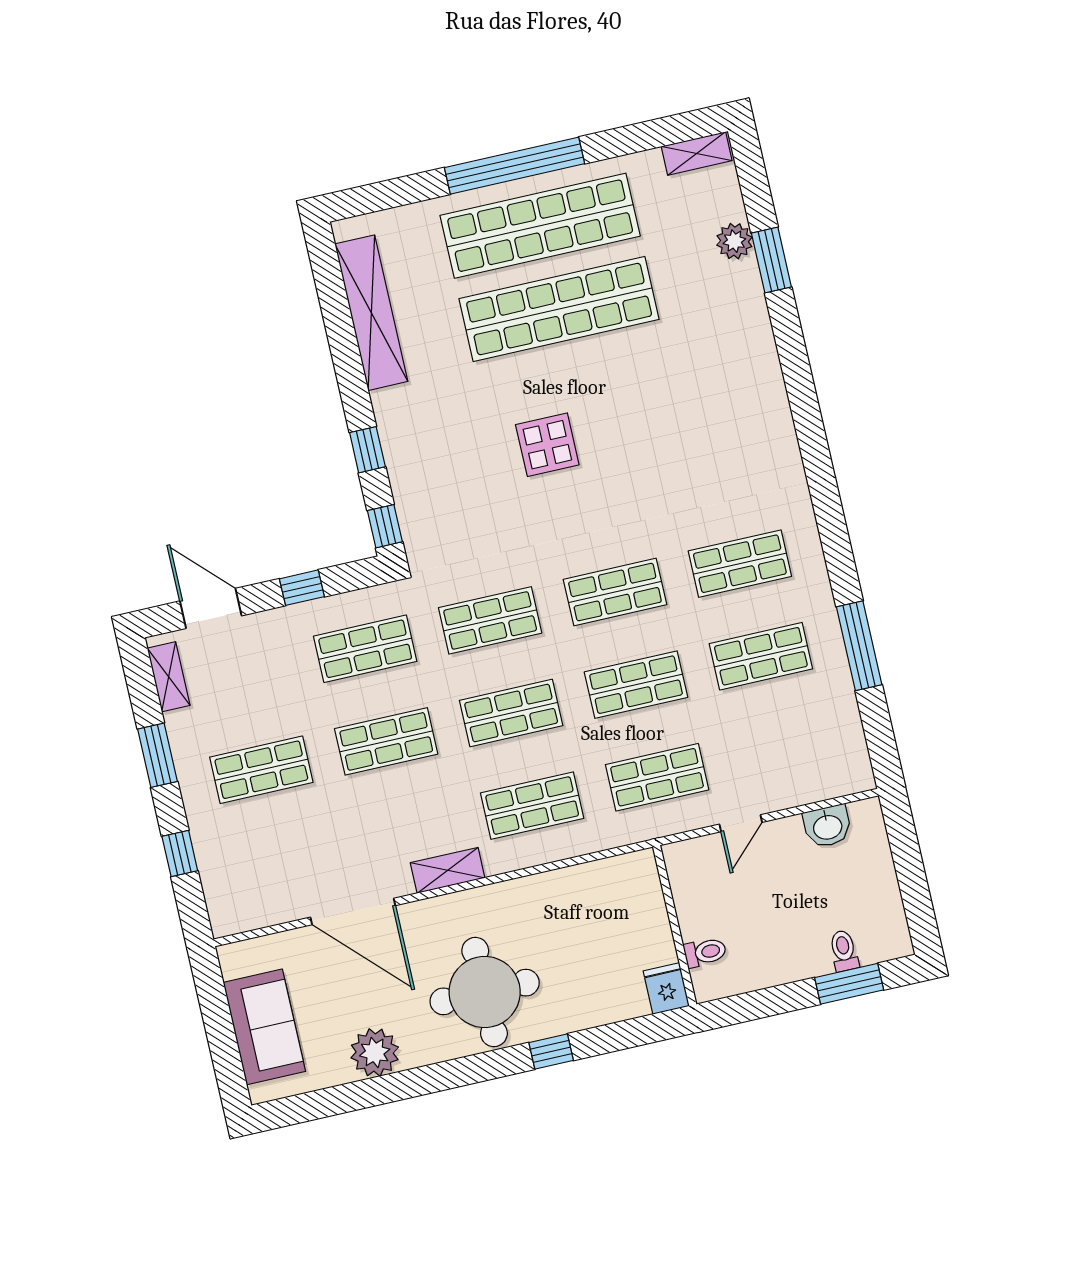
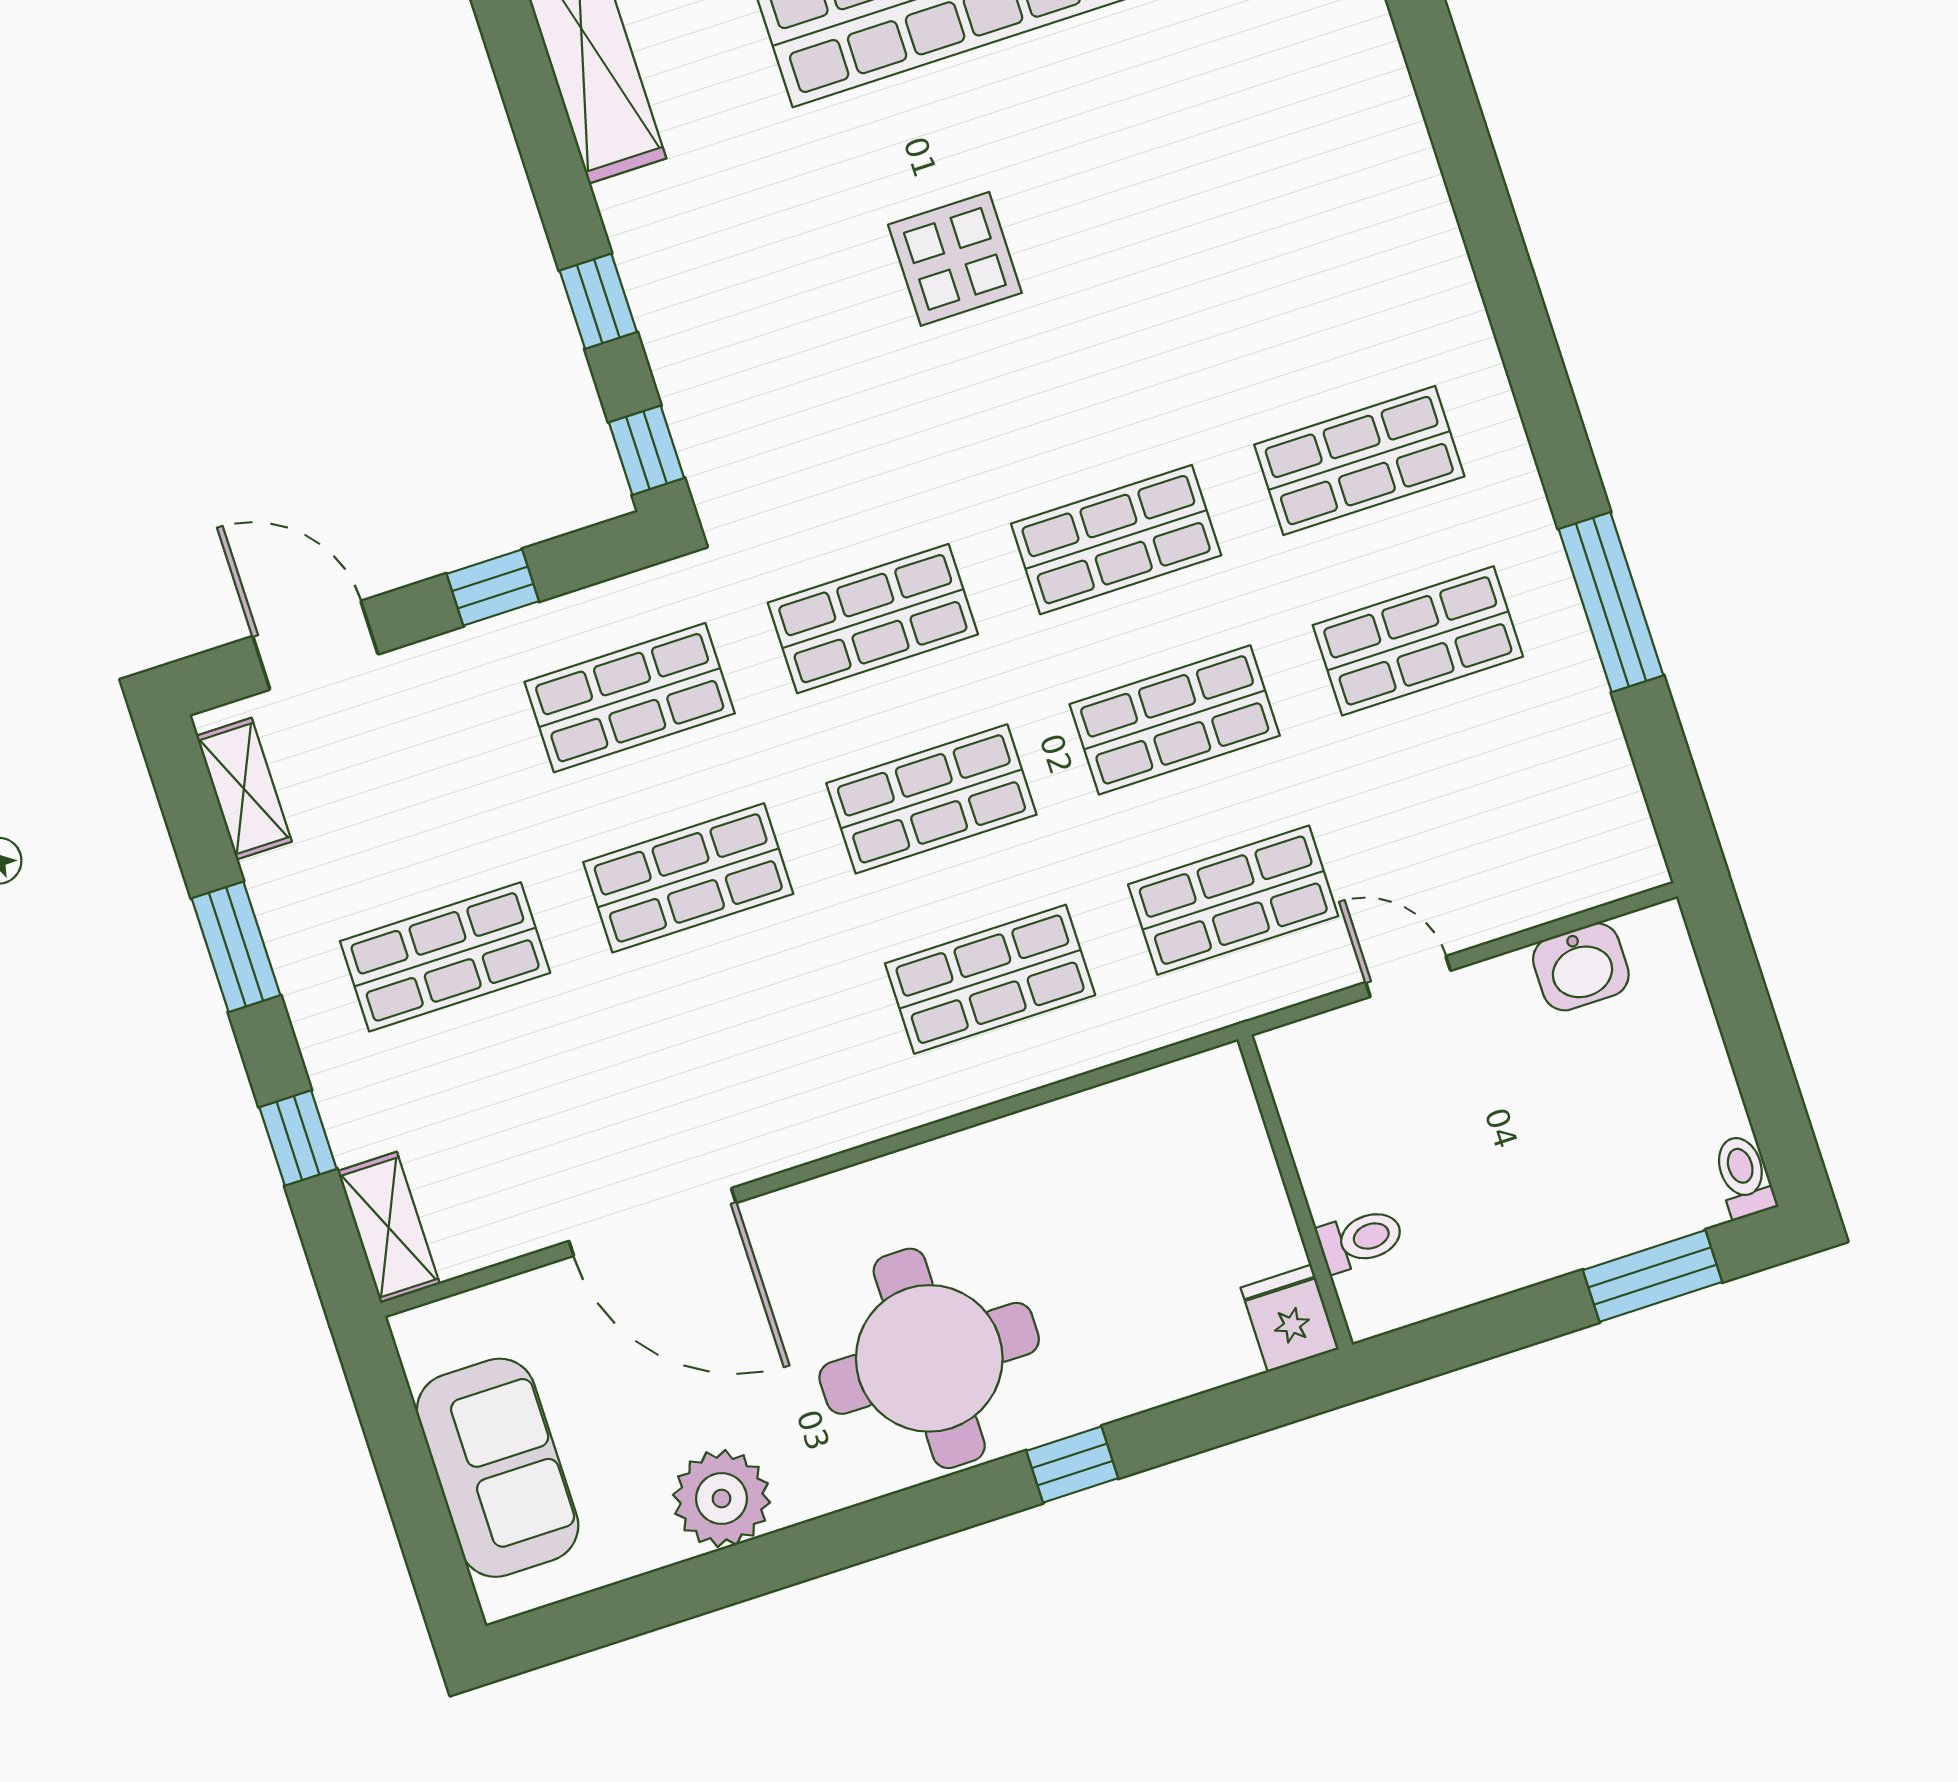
door: (741, 823) -> (1408, 976), swing flipped
shelving: (448, 870) -> (389, 1227), moved, turned 90
toilet: (844, 951) -> (1744, 1176), moved

